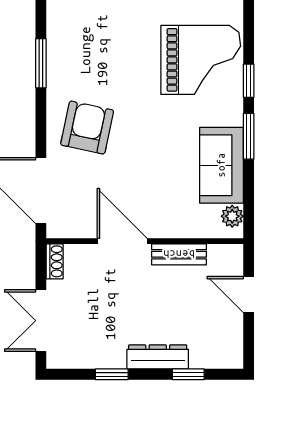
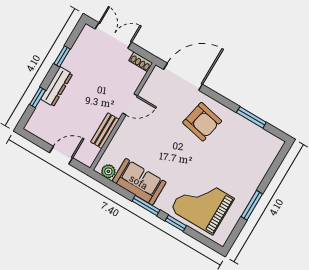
grand piano: (201, 60) -> (202, 204), turned 90
door: (122, 241) -> (130, 104), width x0.73

